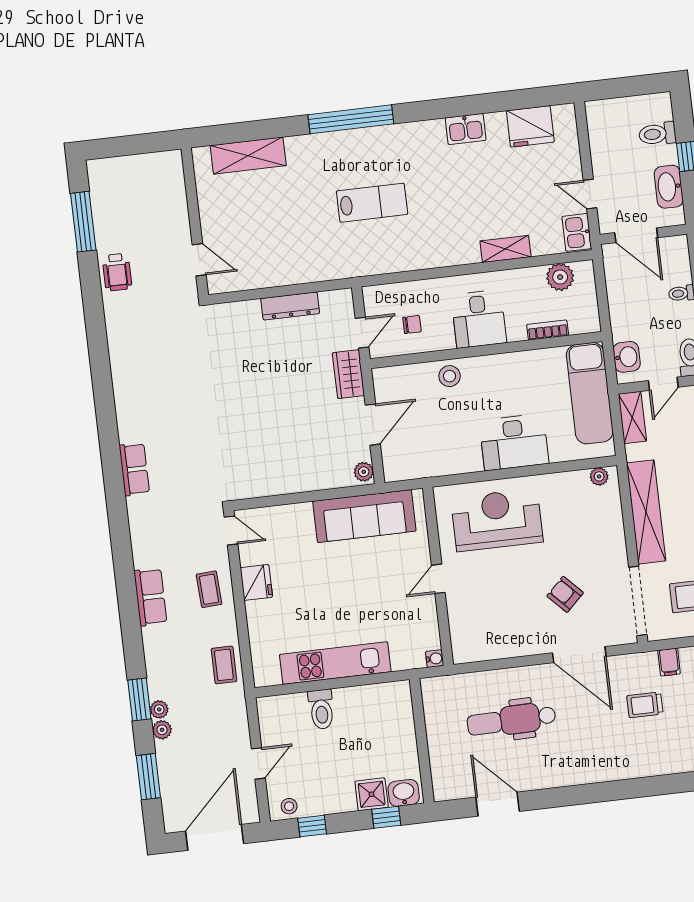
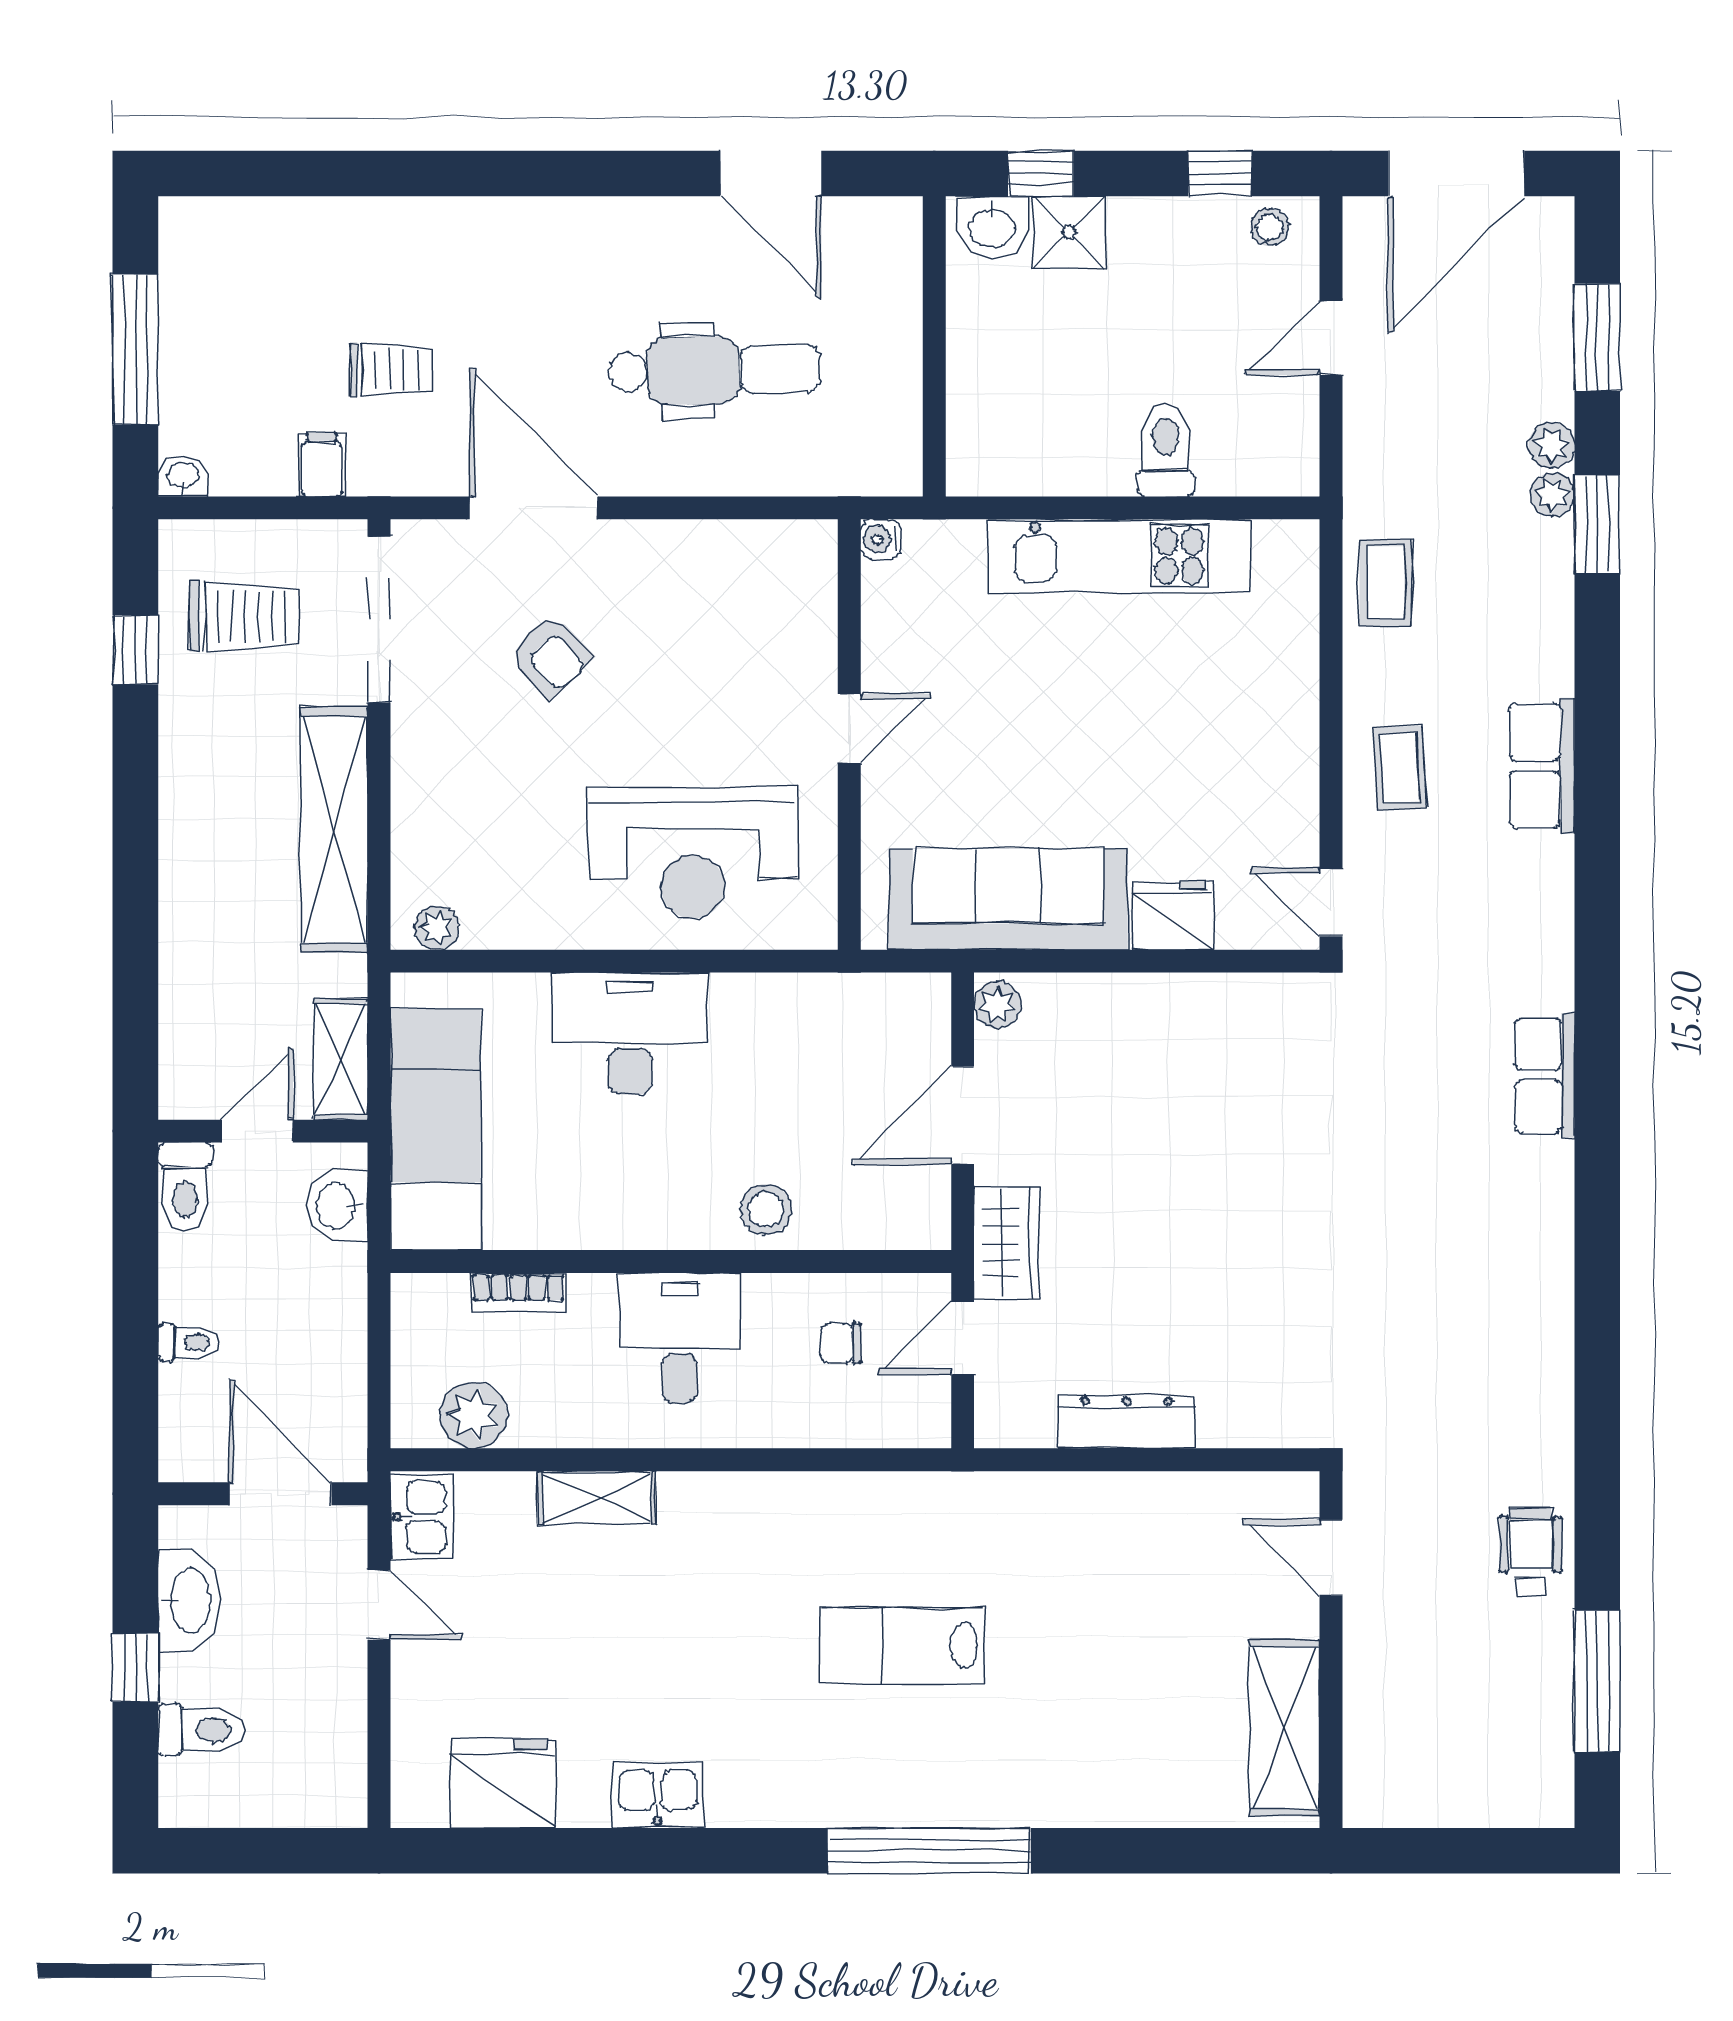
shelving: (248, 156) -> (1284, 1728), moved, turned 90
fridge: (256, 582) -> (1172, 915), moved, turned 90

